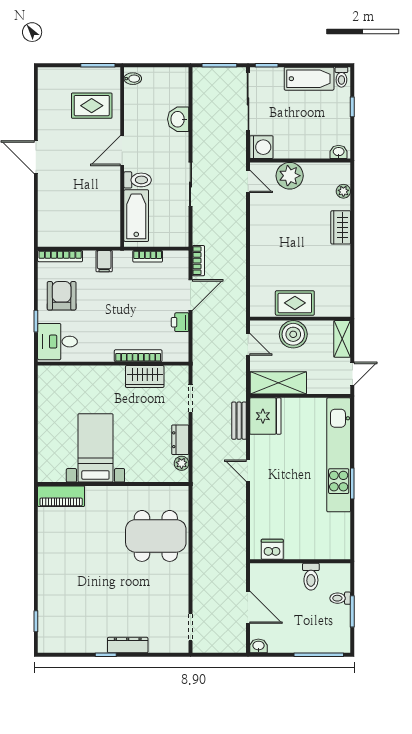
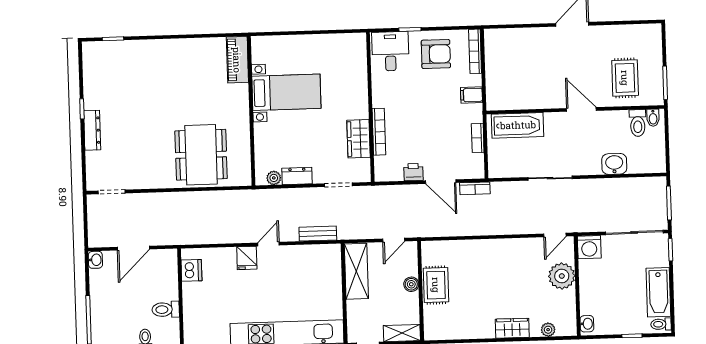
toilet: (138, 180) -> (638, 123), moved
boiler: (293, 334) -> (411, 284), width x0.54, depth x0.54
fridge: (265, 416) -> (247, 258), moved, width x0.53, depth x0.75

